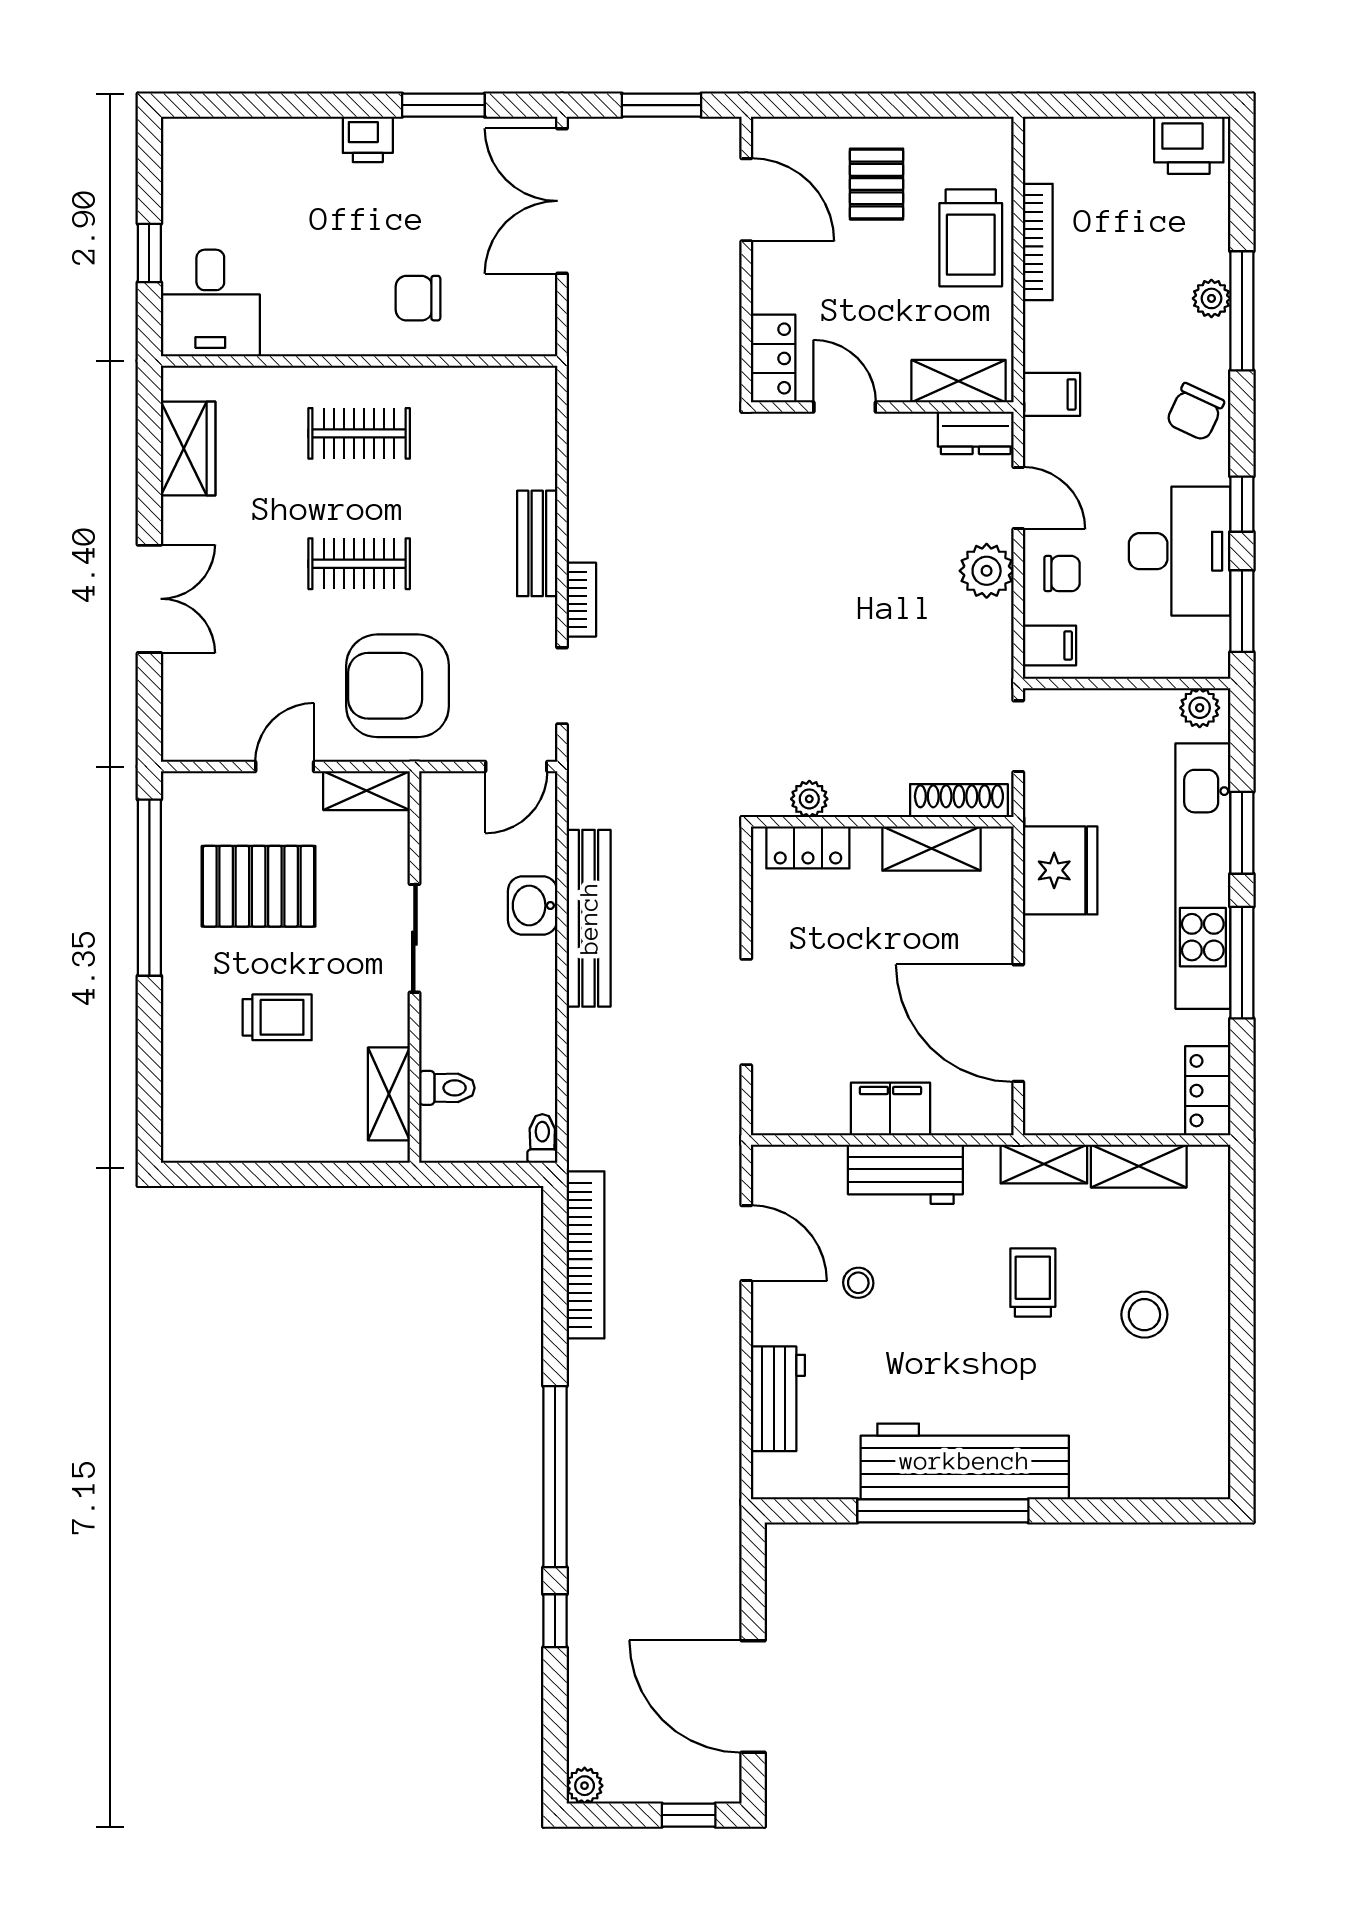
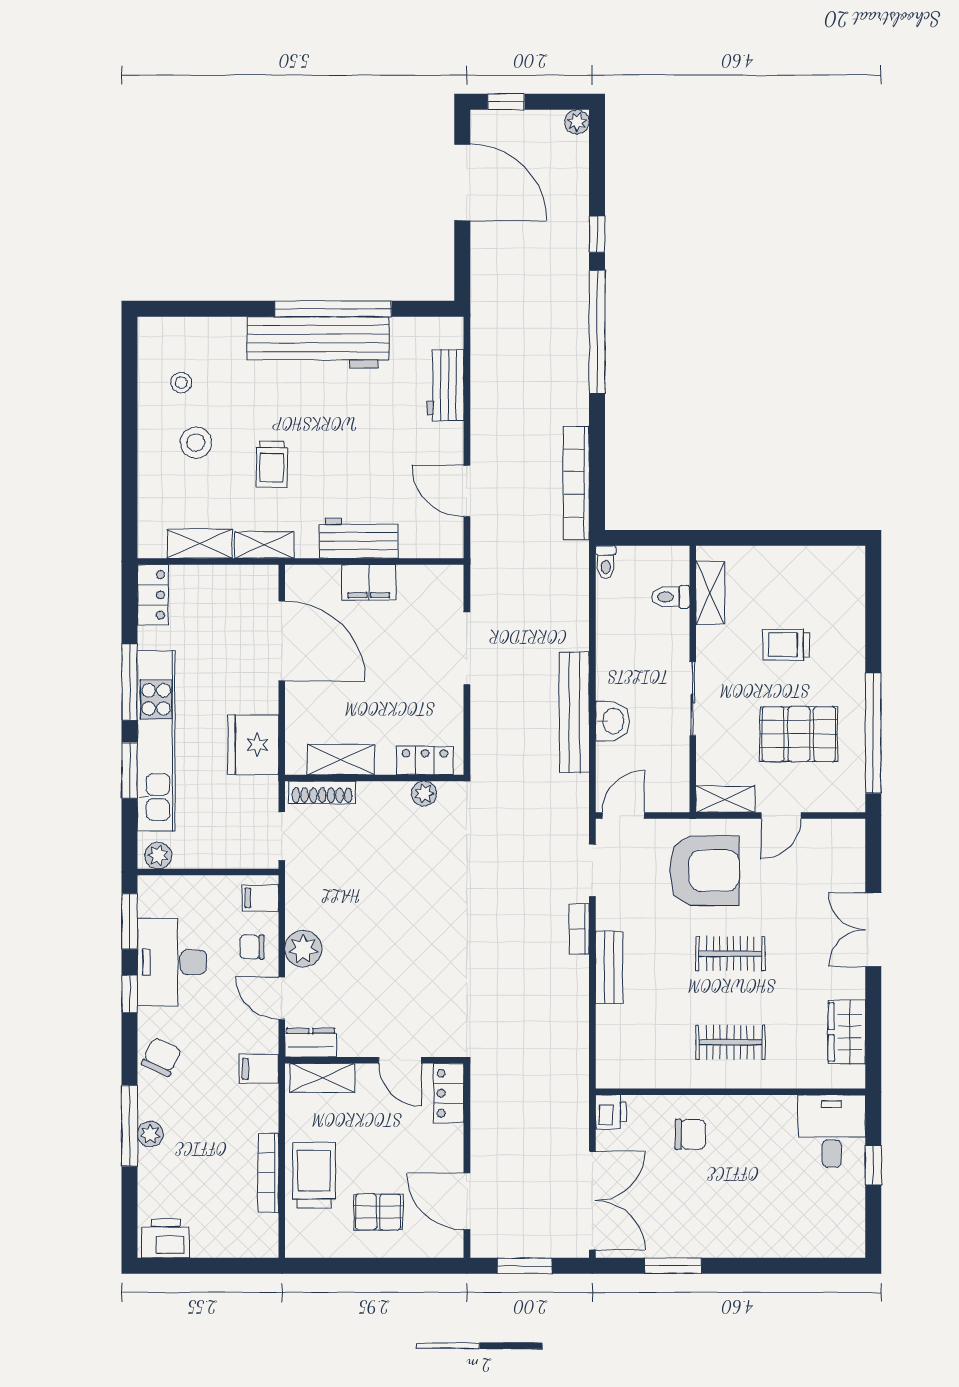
printer: (368, 139) -> (611, 1112), moved, turned 90
pallet: (877, 184) -> (378, 1212), turned 90
stool: (858, 1283) -> (181, 383), moved

